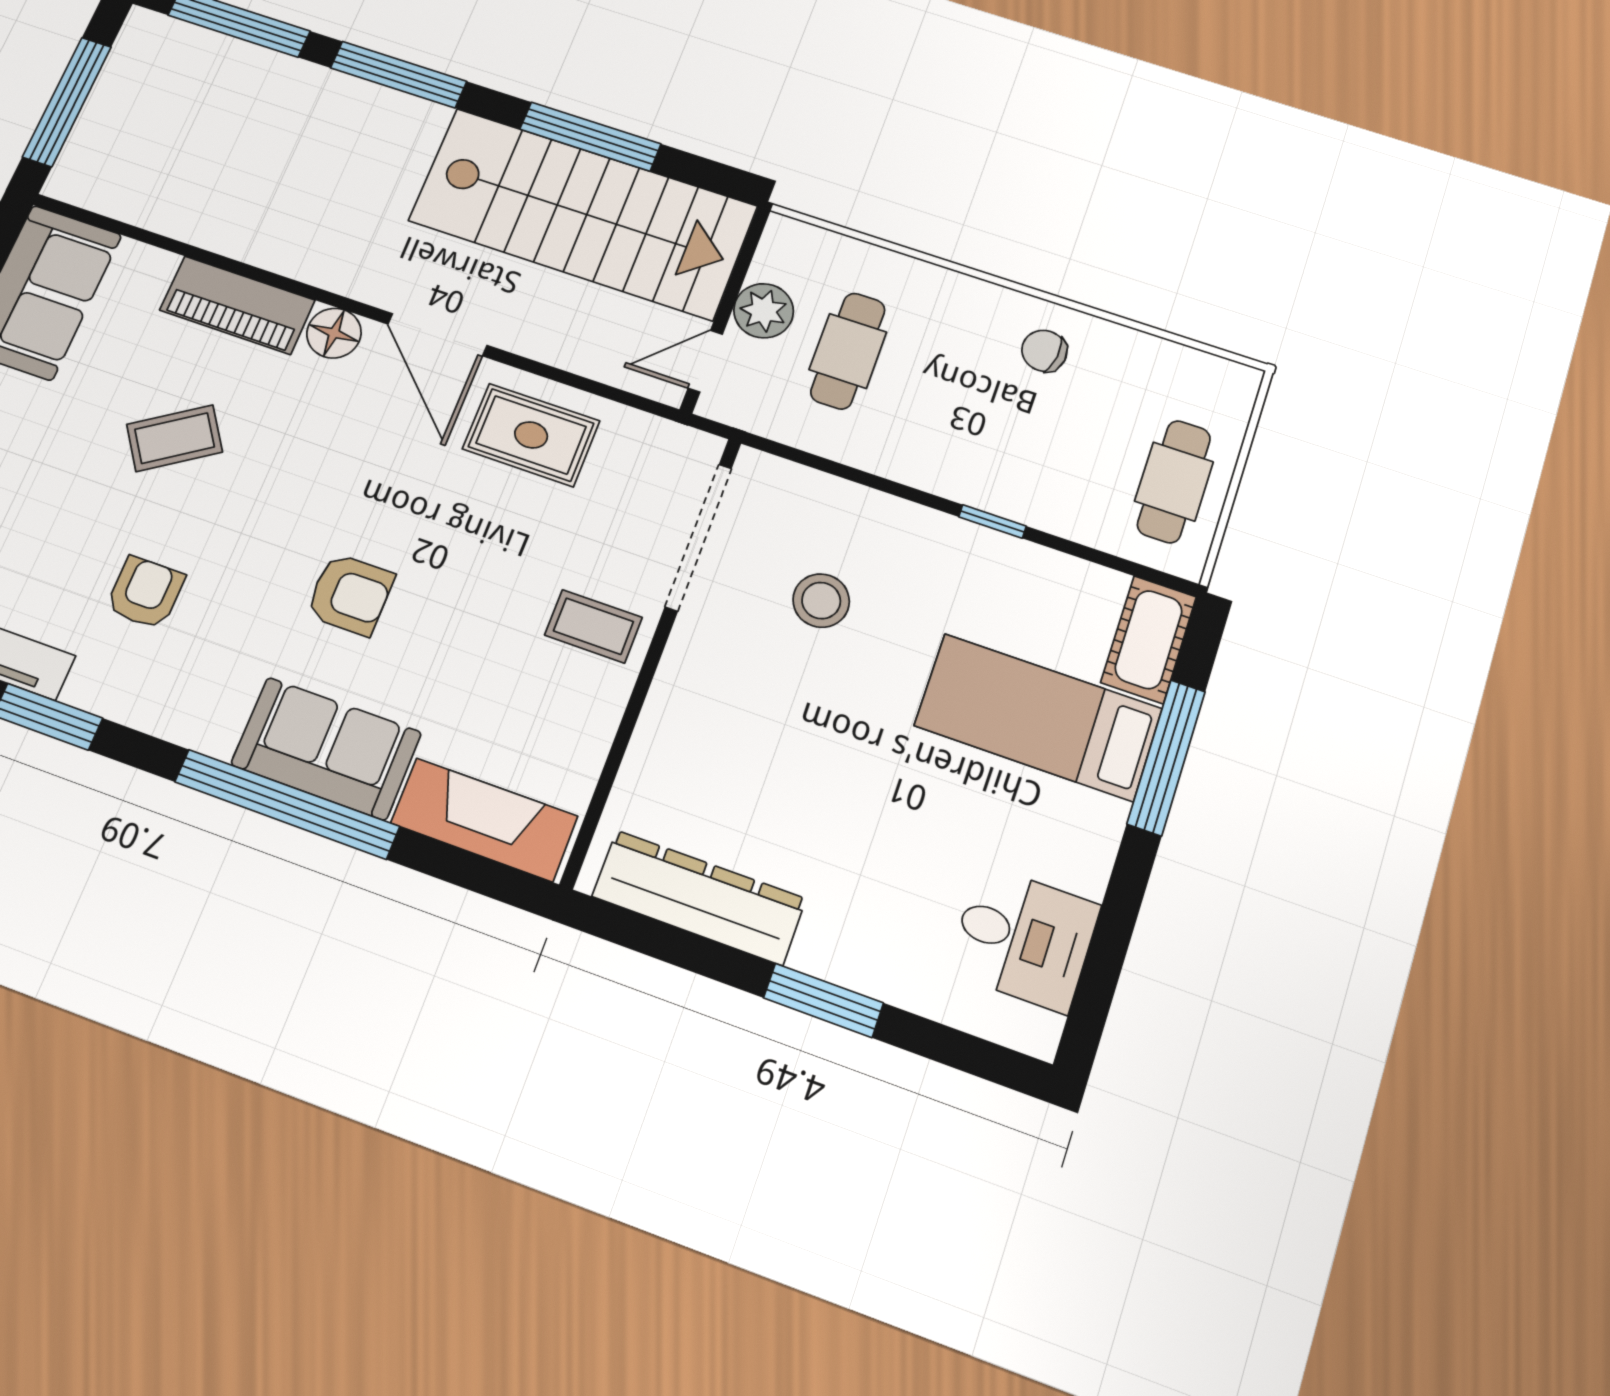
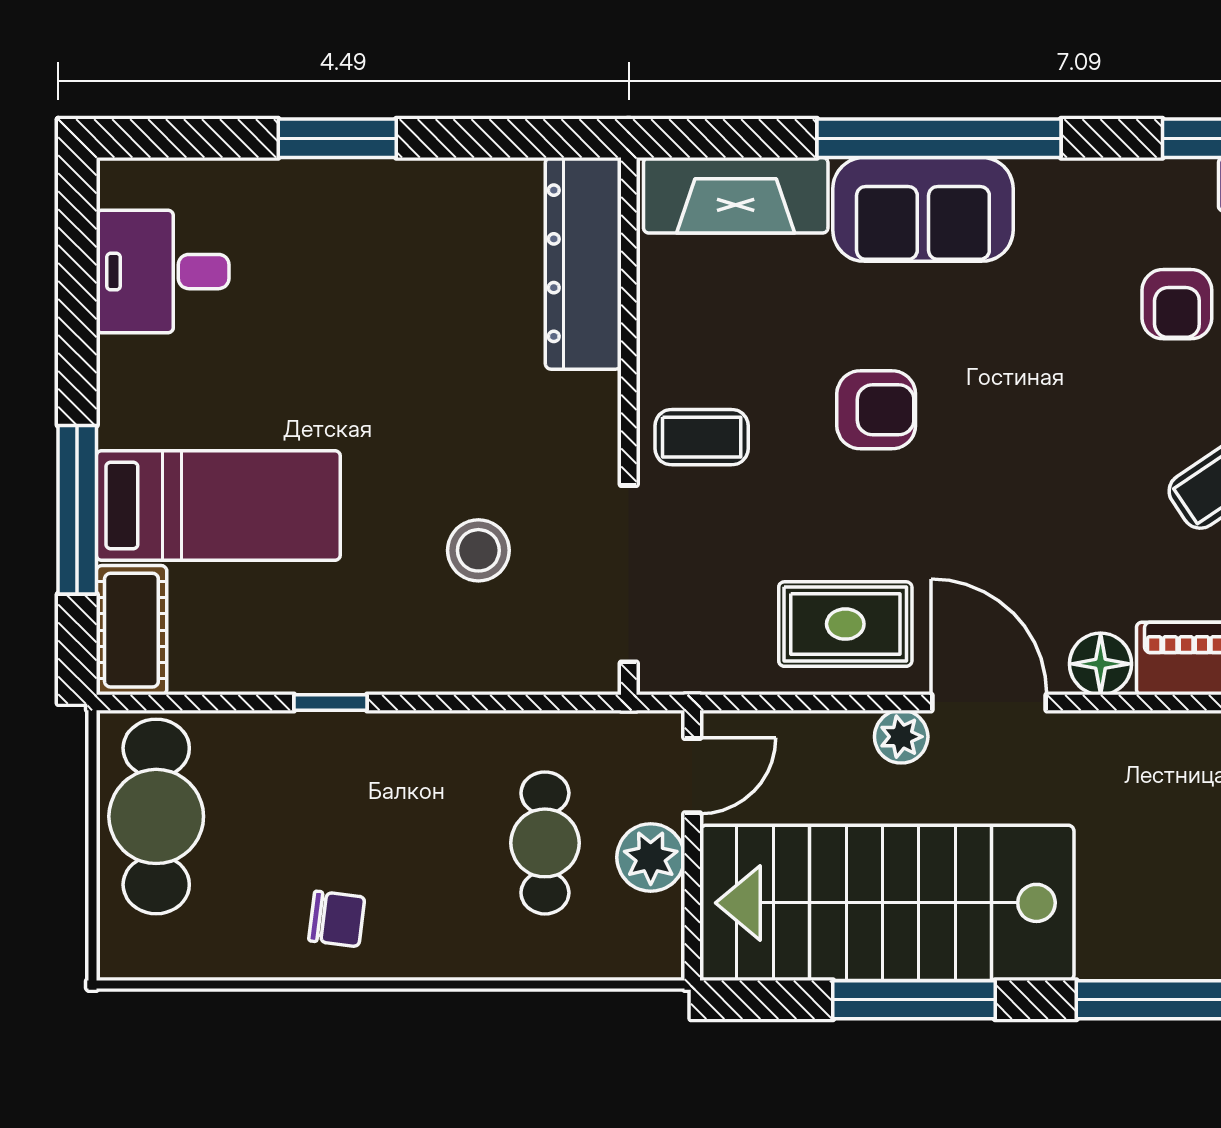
plant: (520, 333) -> (901, 737), added
cafe table: (1174, 482) -> (156, 816), width x1.37, depth x1.35
armchair: (350, 594) -> (876, 410), moved, turned 180
dresser: (699, 898) -> (583, 263), moved, turned 90

